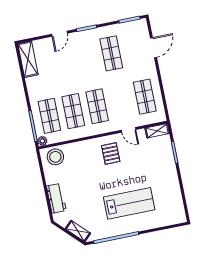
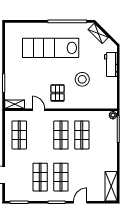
shop shelf: (49, 116) -> (61, 177), moved
stool: (55, 157) -> (82, 79), moved
lab bench: (129, 203) -> (51, 48), width x1.36

